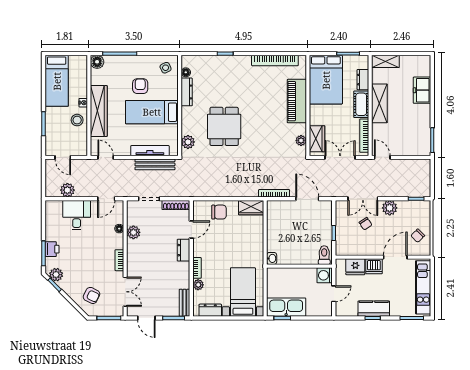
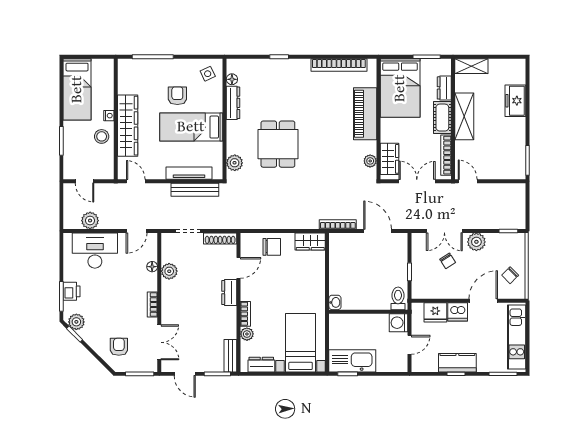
floor lamp: (97, 62) -> (126, 67), removed
desk: (77, 215) -> (95, 251), width x1.37
armchair: (92, 295) -> (119, 347), turned -116

